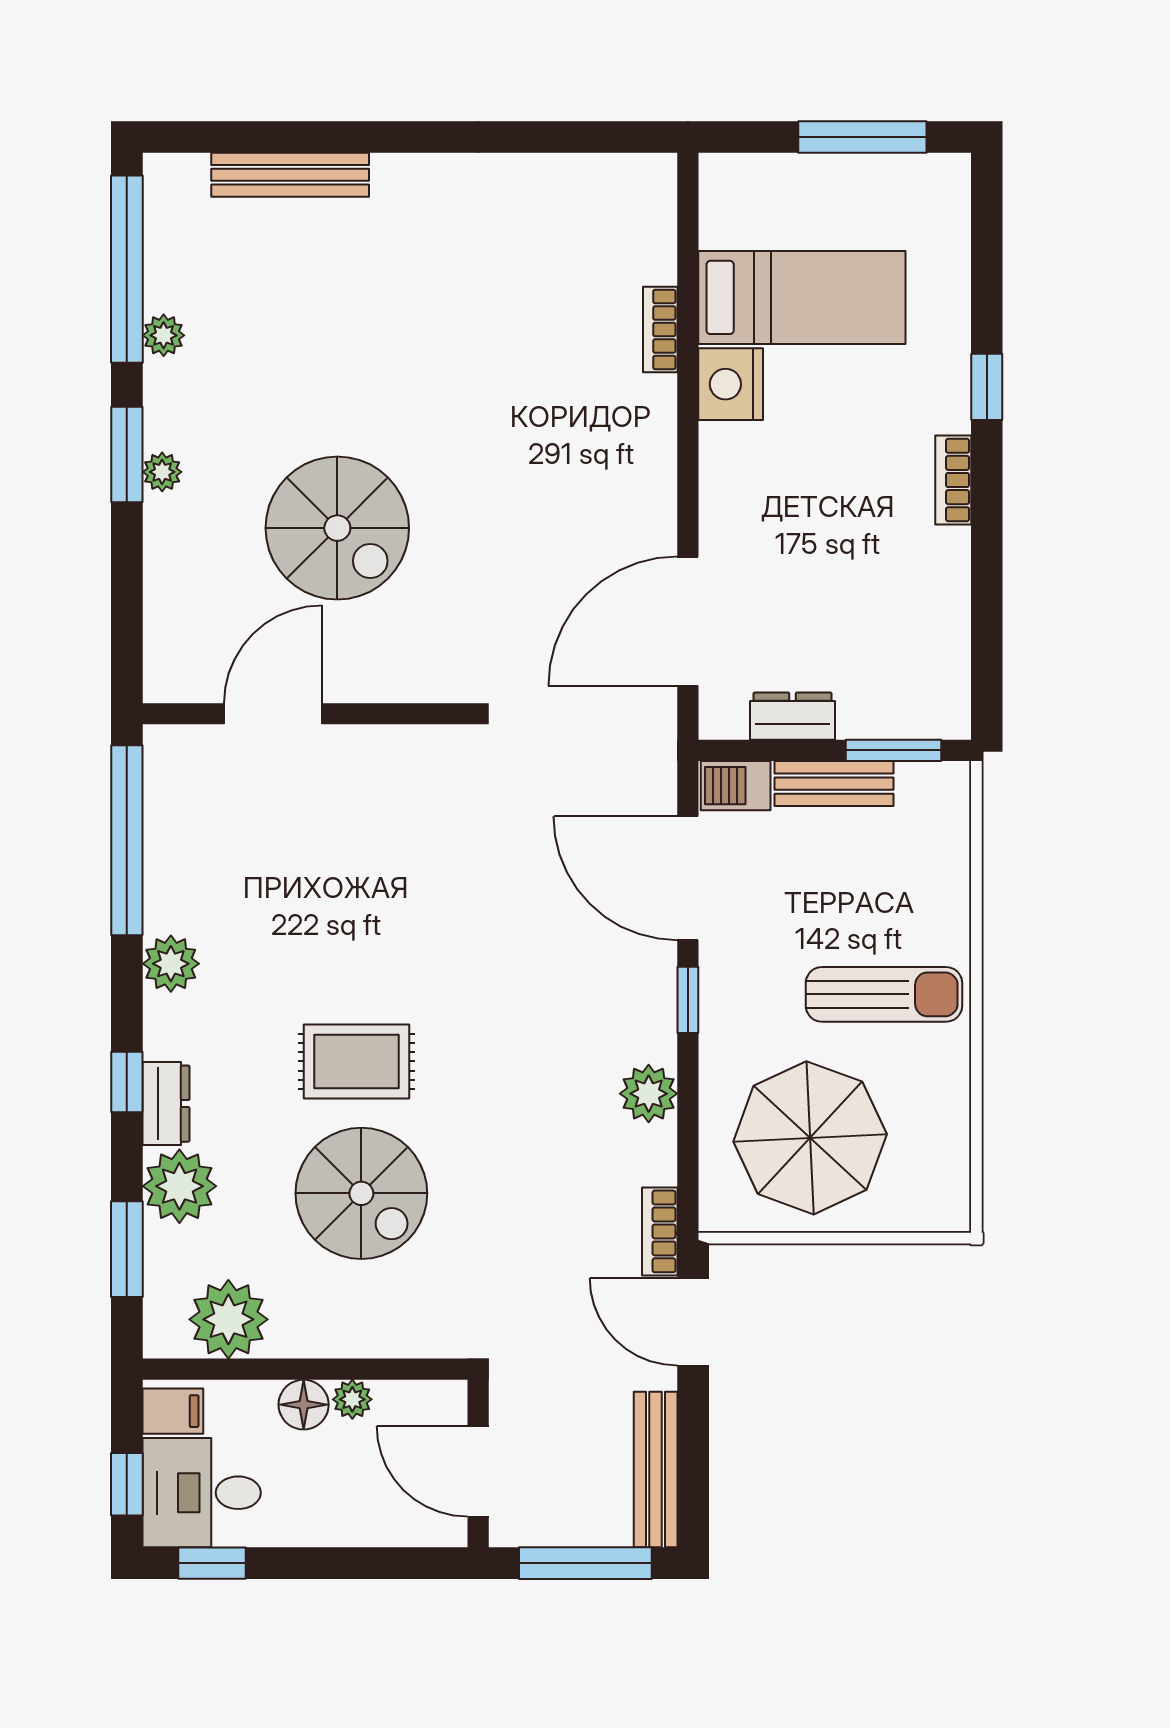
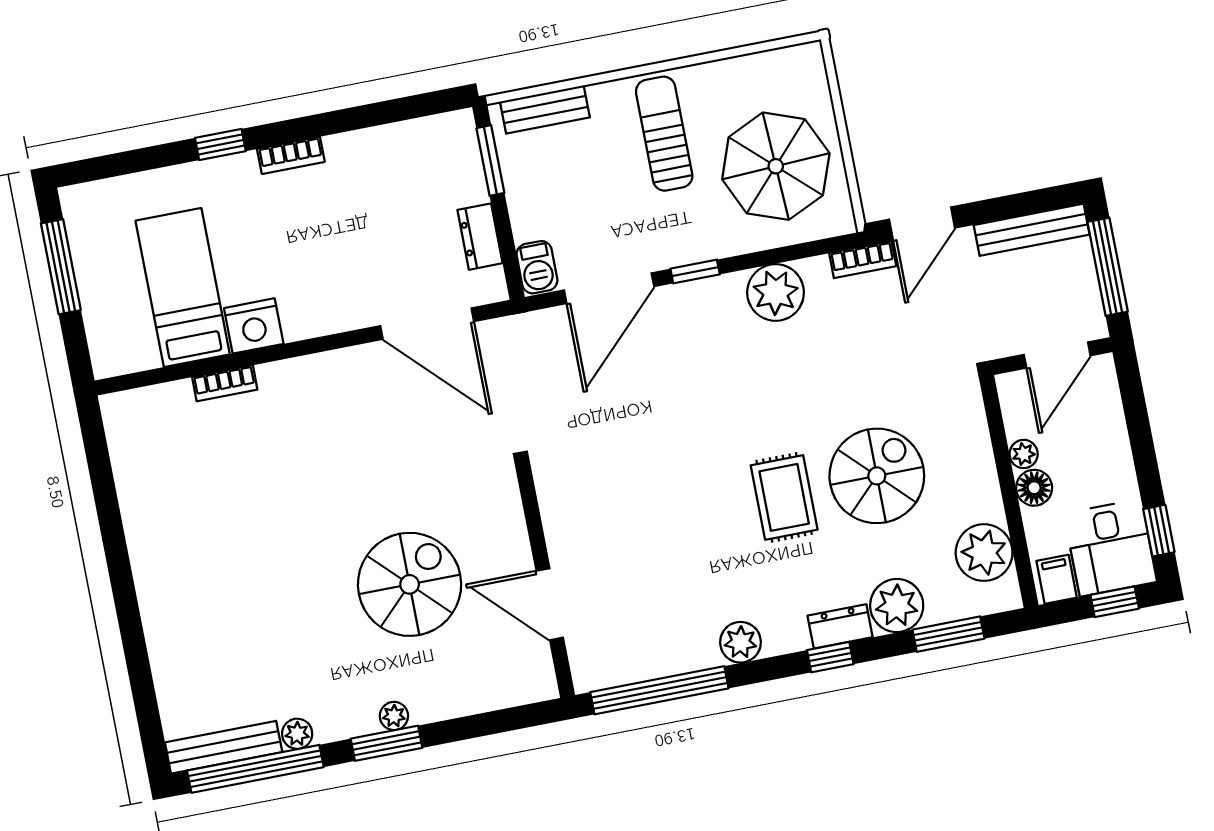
bench: (290, 175) -> (224, 747), moved, turned 90
bench: (834, 784) -> (545, 110), moved, turned 90
plant: (649, 1094) -> (776, 292), width x1.36, depth x1.36

